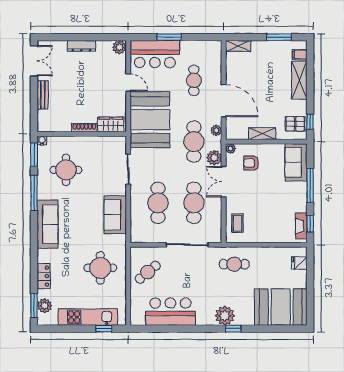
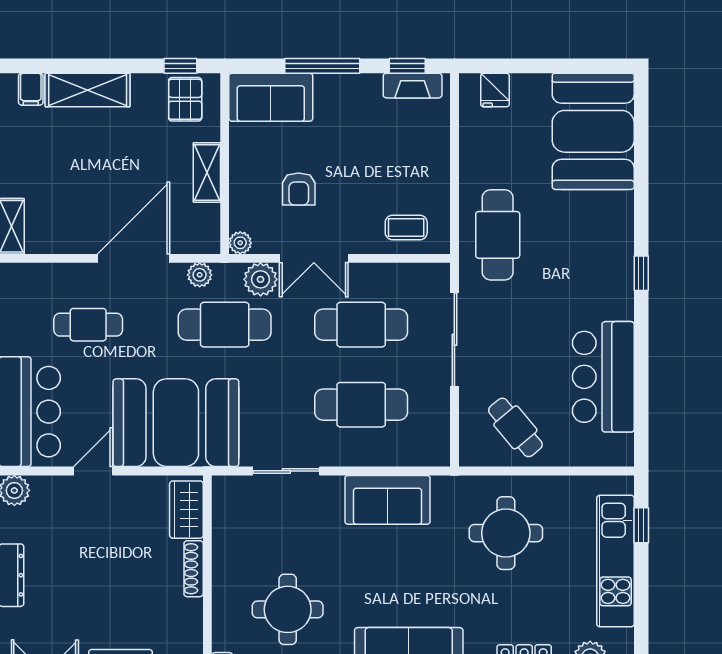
armchair: (251, 163) -> (299, 189), moved
cafe table: (234, 264) -> (498, 235), width x1.37, depth x1.35
plant: (225, 316) -> (612, 256), removed
window: (233, 329) -> (641, 273), moved

